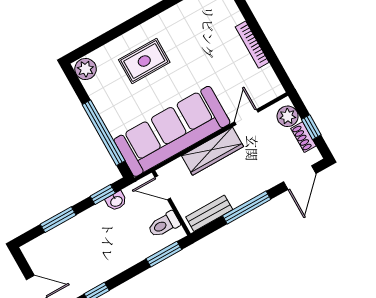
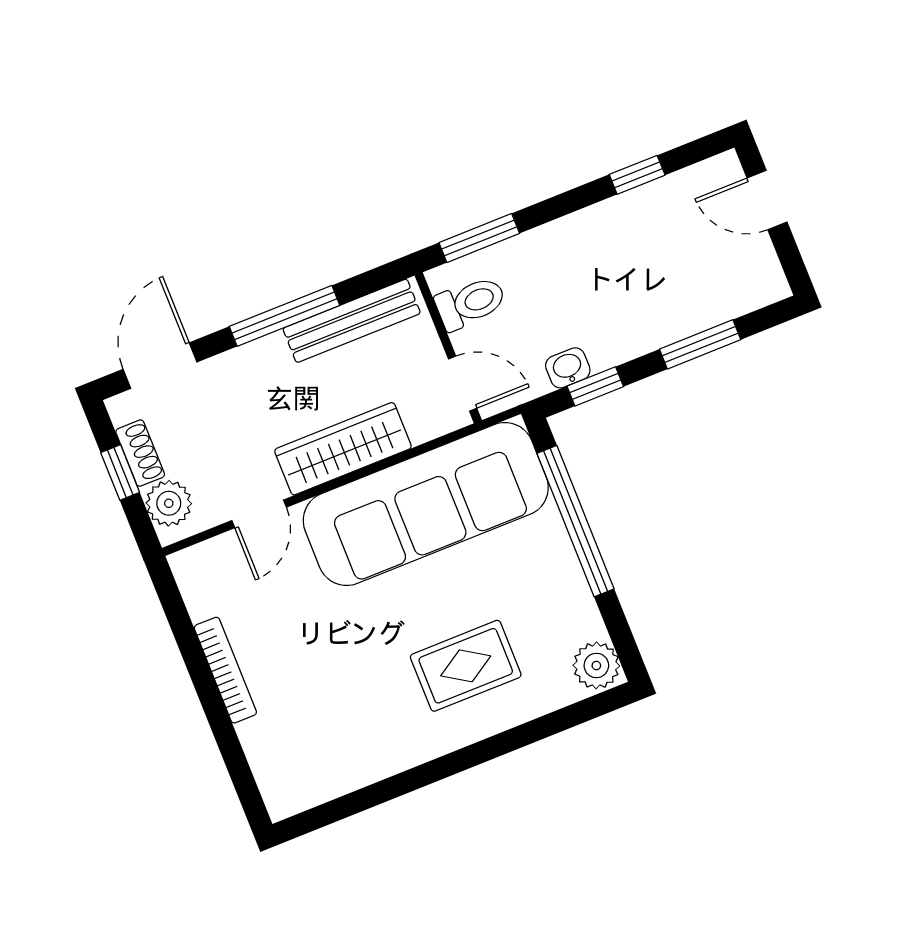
bench: (209, 213) -> (352, 321), width x1.36

